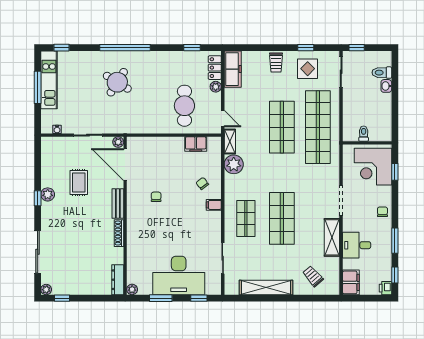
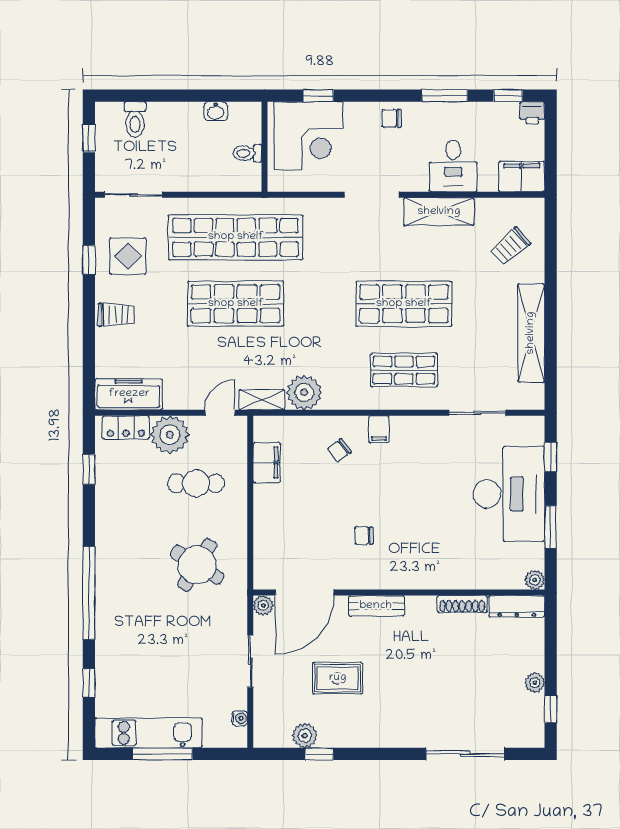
window: (61, 48) -> (89, 683), moved
window: (357, 48) -> (89, 138), moved
round table: (117, 82) -> (197, 565), moved
washbasin: (386, 86) -> (216, 111), moved
plant: (216, 87) -> (170, 435), width x1.87, depth x1.87
cafe table: (184, 106) -> (196, 483), width x0.73, depth x0.74
plant: (48, 194) -> (305, 735), moved
window: (38, 198) -> (319, 754), moved
shoe rack: (119, 233) -> (462, 604), moved
plant: (46, 290) -> (535, 683), moved

